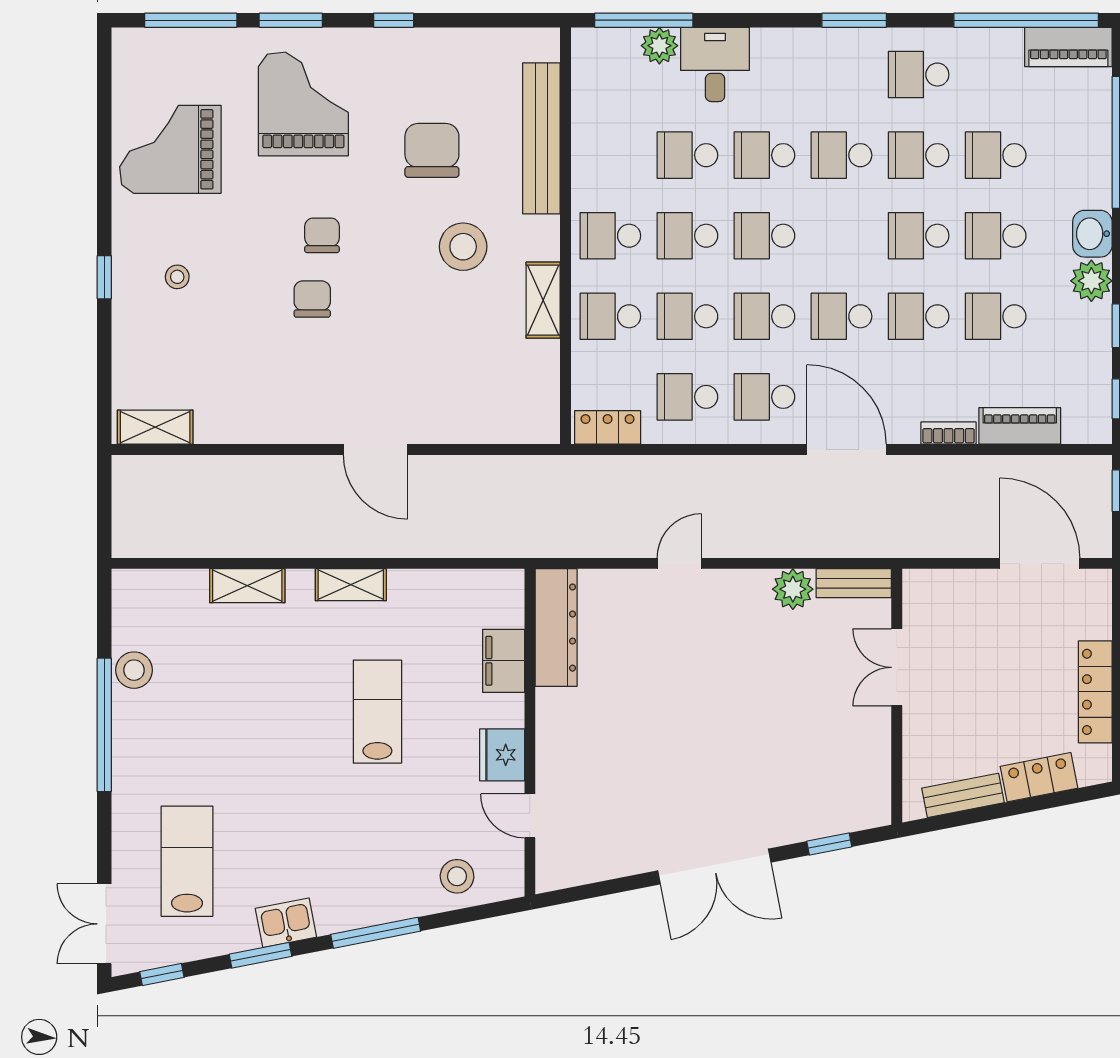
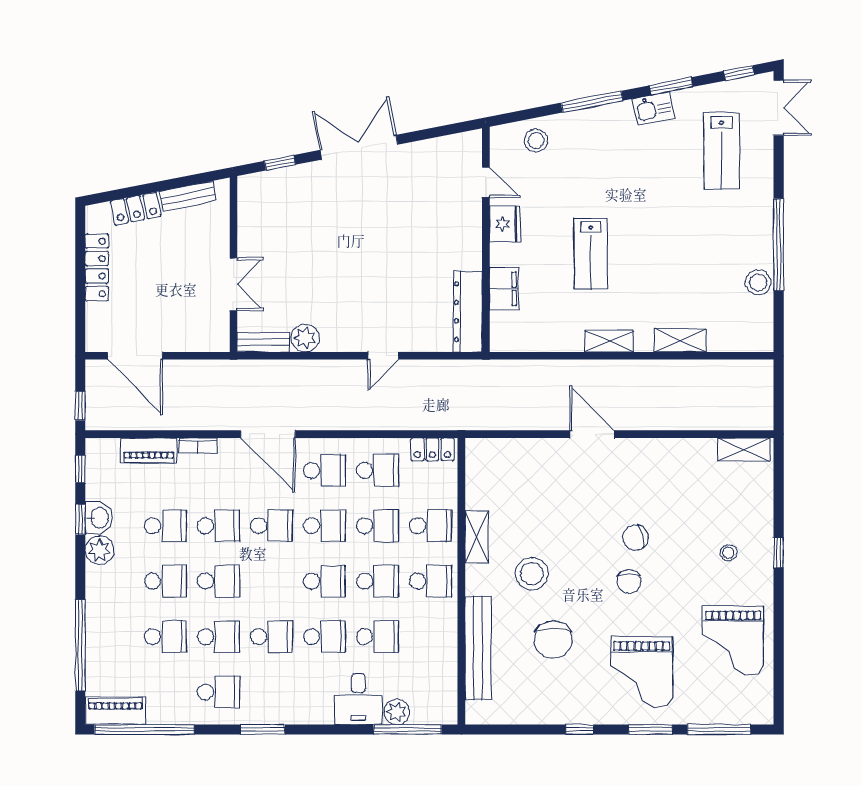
grand piano: (170, 149) -> (733, 641), turned 90
washbasin: (1092, 234) -> (99, 518), moved
chair: (312, 299) -> (636, 538), turned 74

